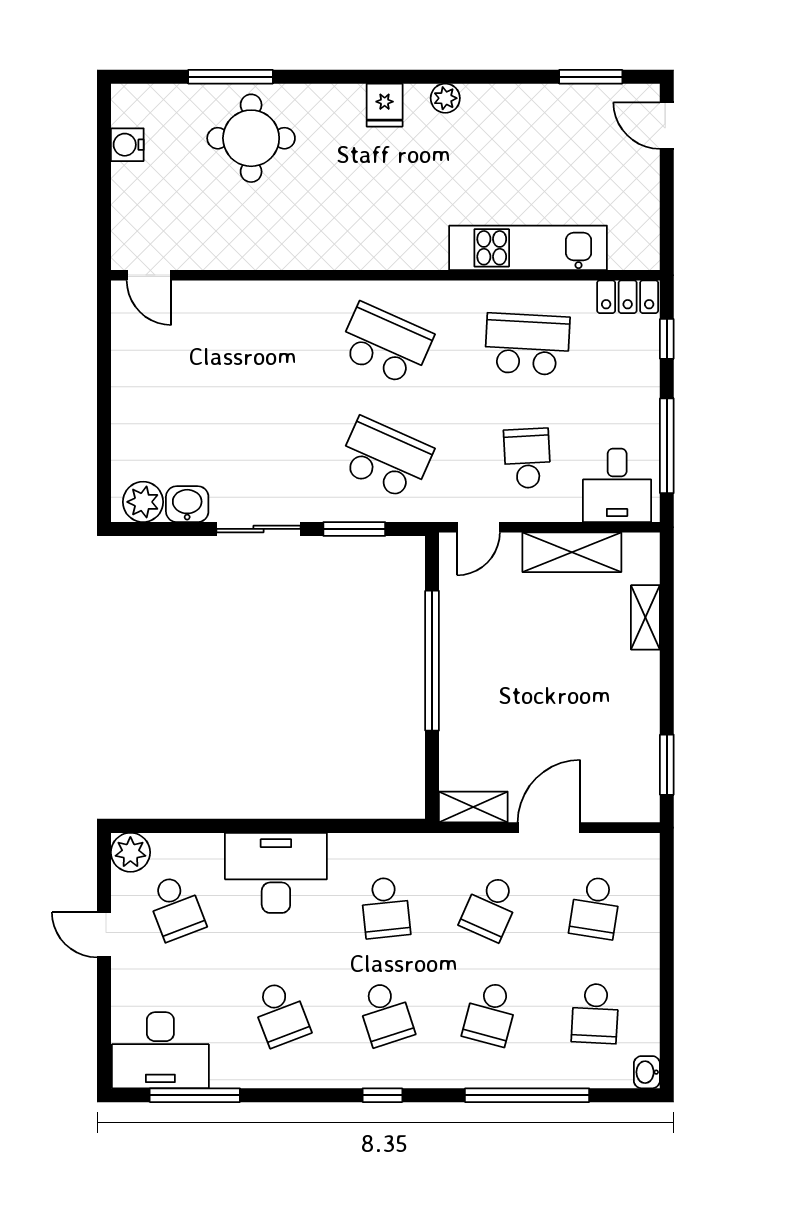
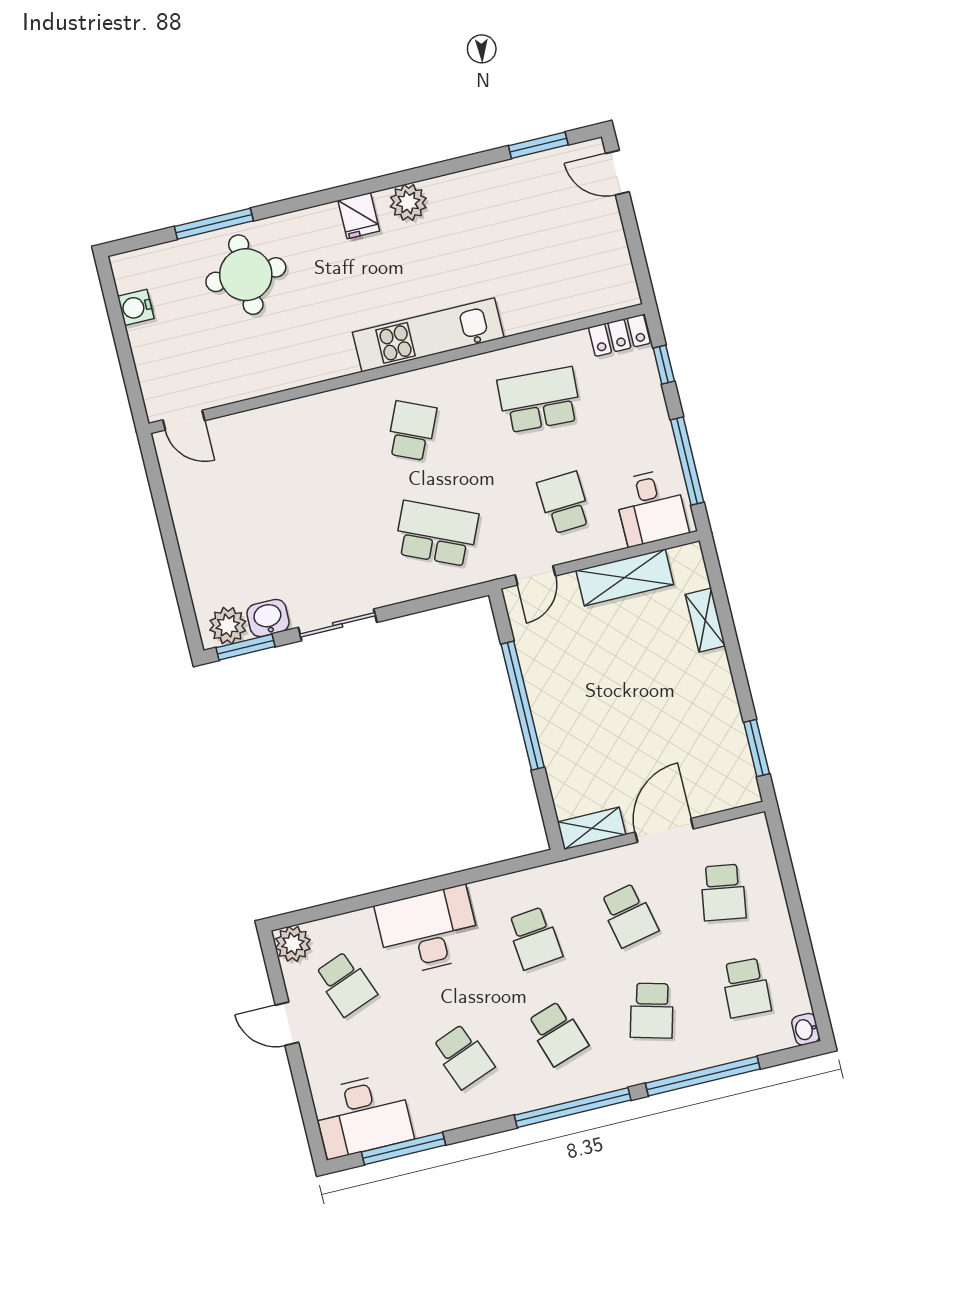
plant: (445, 98) -> (408, 202), width x1.38, depth x1.38
kitchen unit: (528, 248) -> (428, 335), moved
school desk: (385, 344) -> (412, 431), width x0.54
window: (354, 529) -> (245, 647), moved
school desk: (490, 908) -> (629, 915), turned -36
window: (382, 1095) -> (573, 1108), width x3.17

